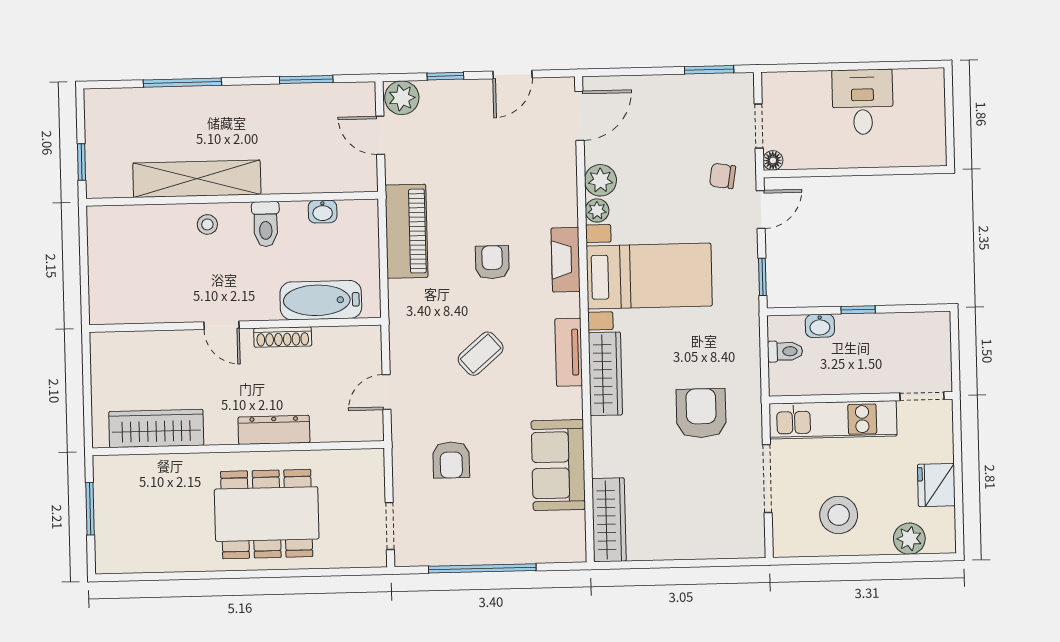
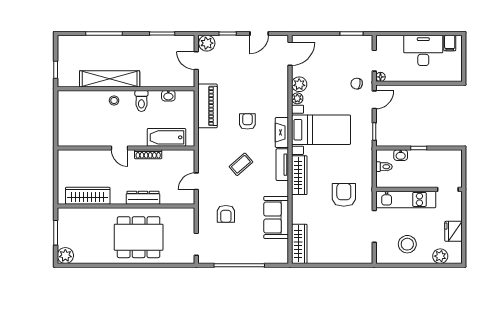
filing cabinet: (918, 85) -> (450, 43), added
desk: (863, 102) -> (423, 50), width x1.37
fireplace: (566, 260) -> (282, 132), moved
plant: (112, 557) -> (65, 256), added

